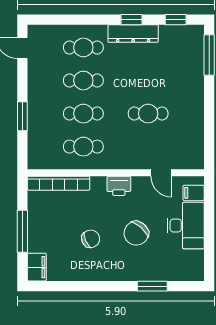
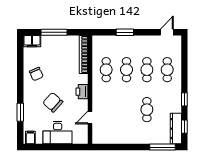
dresser: (133, 34) -> (176, 129), moved
cafe table: (148, 114) -> (147, 110), moved
filing cabinet: (194, 193) -> (30, 138), moved
chair: (91, 239) -> (36, 74), moved

